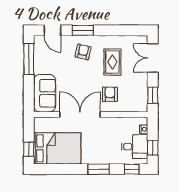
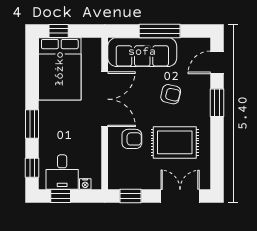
armchair: (83, 52) -> (171, 94), moved
window: (29, 59) -> (160, 31), moved
rug: (112, 62) -> (175, 142), width x1.36, depth x1.43
sofa: (45, 93) -> (142, 52), width x1.36

